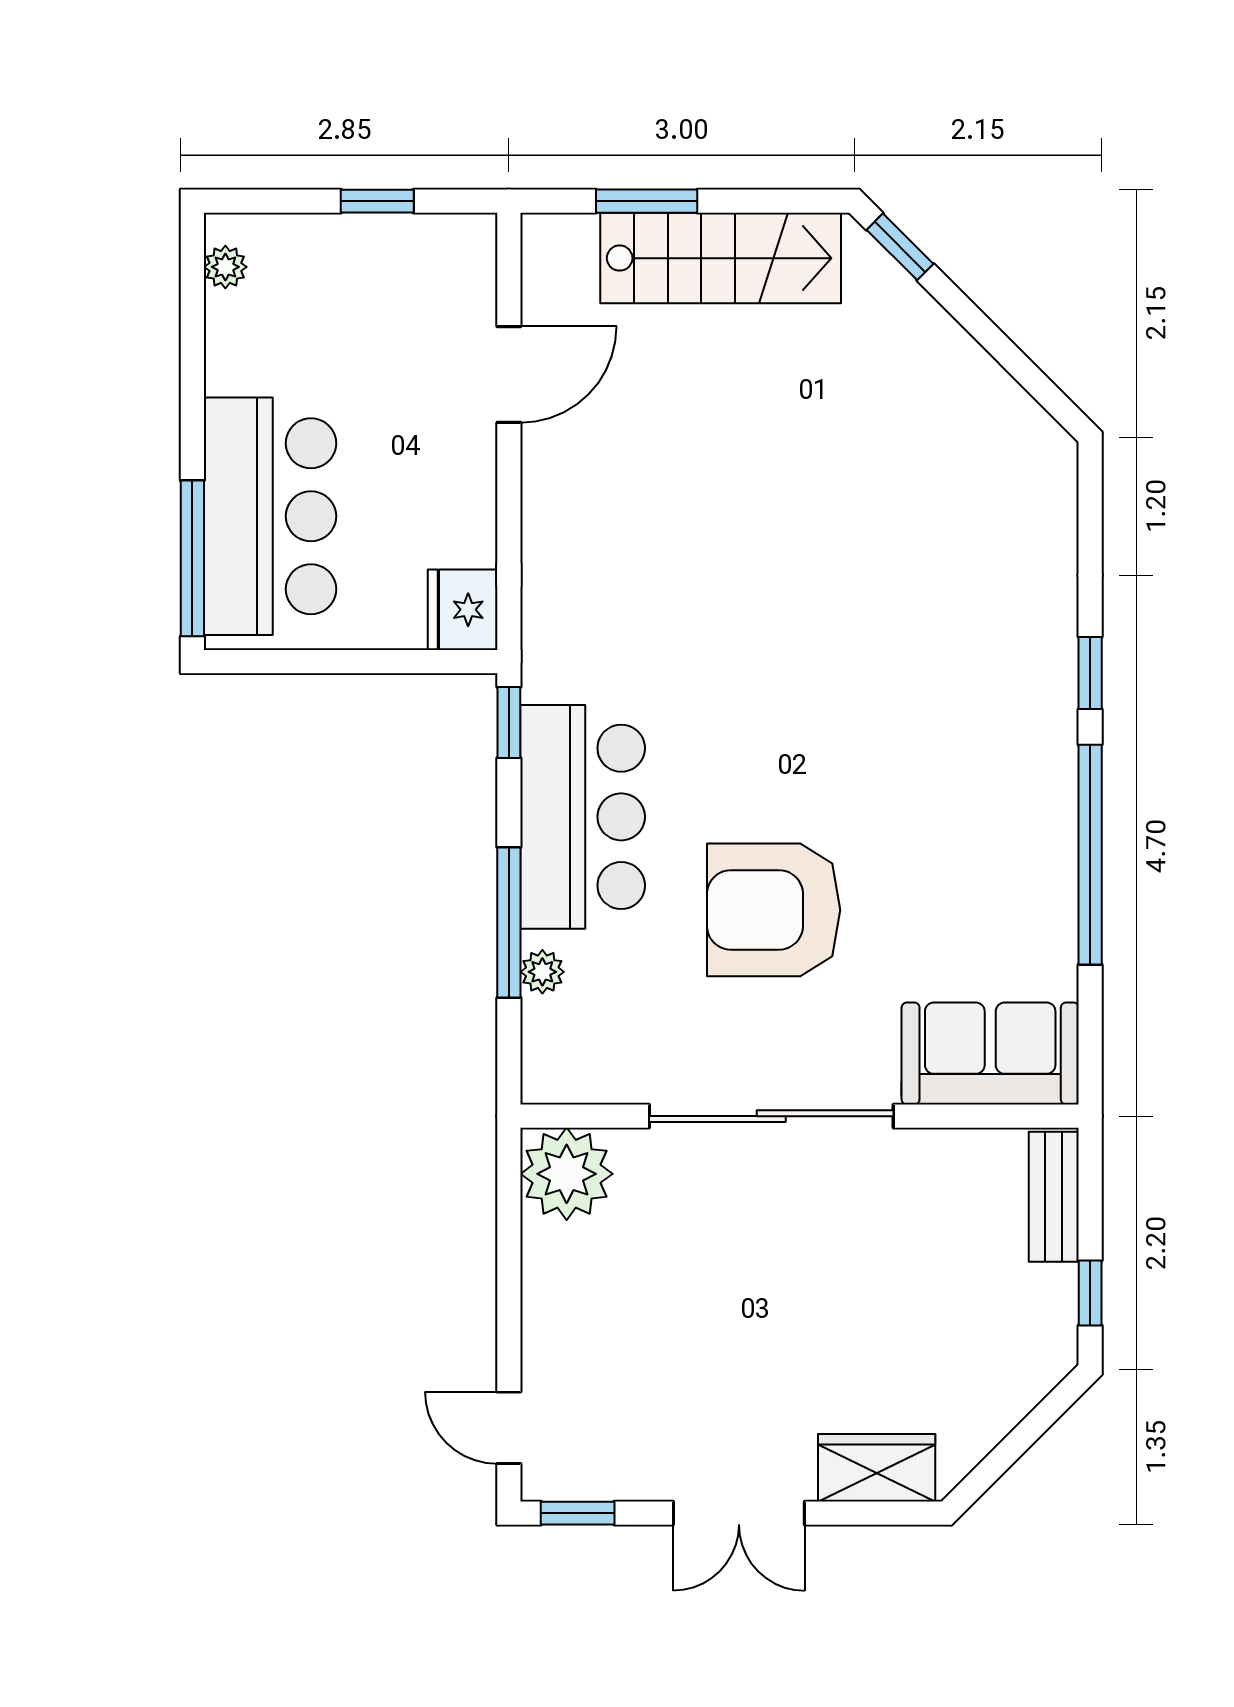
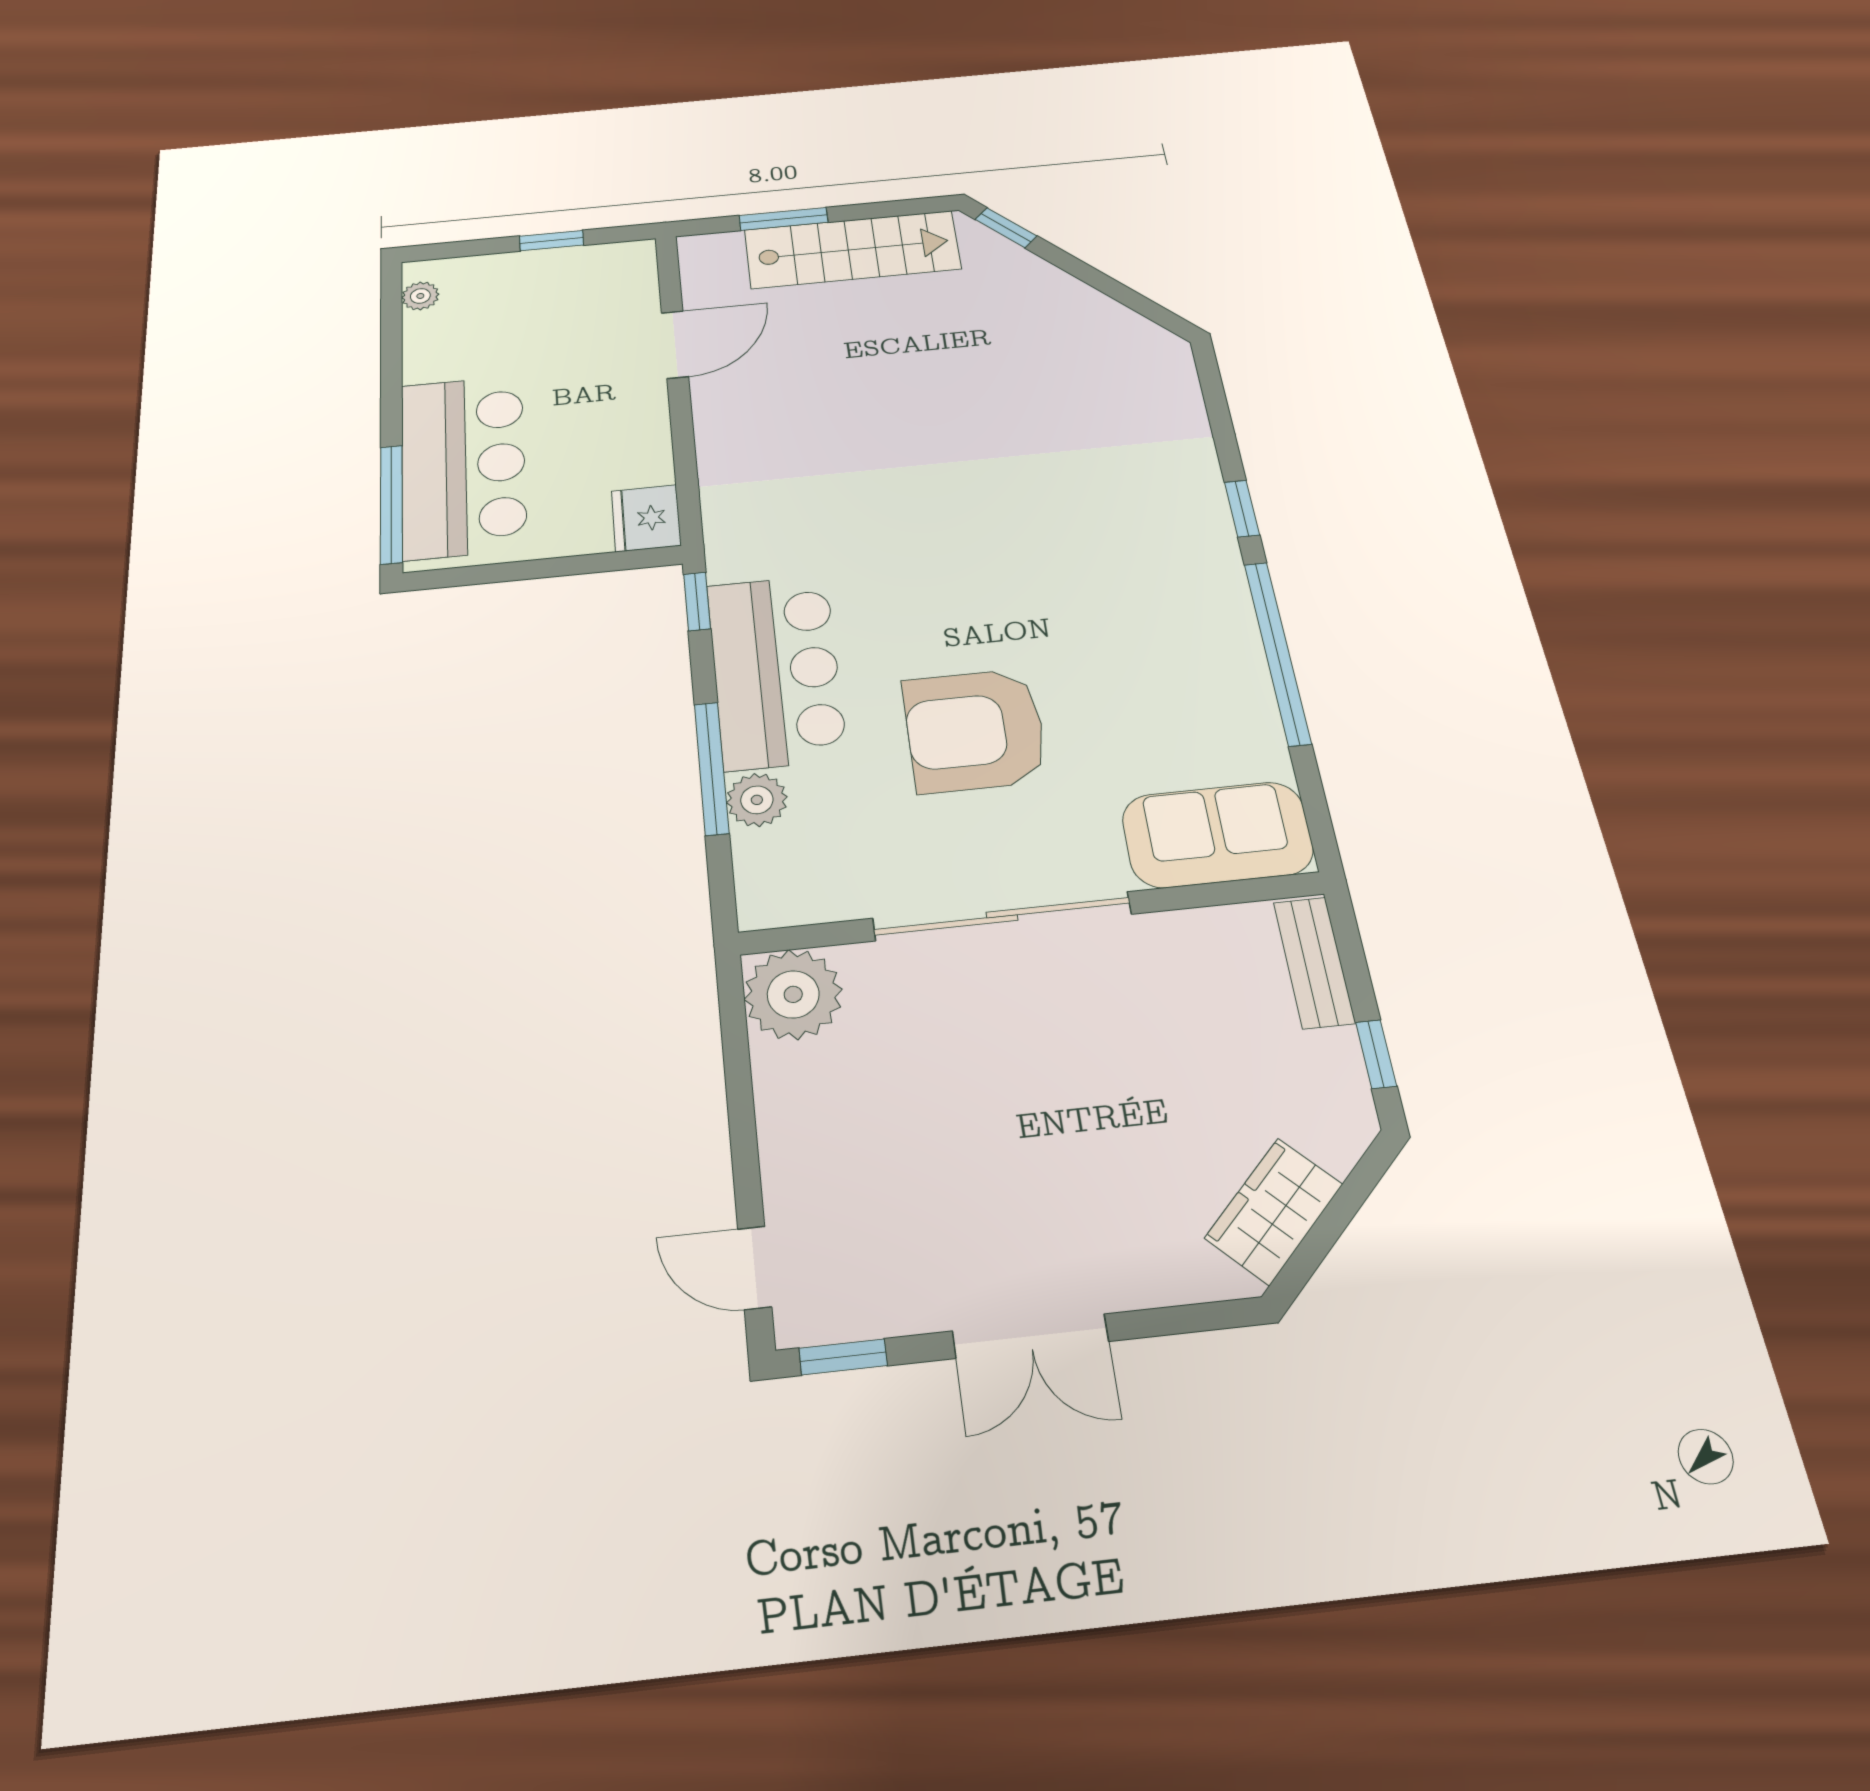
plant: (542, 972) -> (757, 800), width x1.38, depth x1.38
wardrobe: (877, 1468) -> (1274, 1211), moved, turned -45

